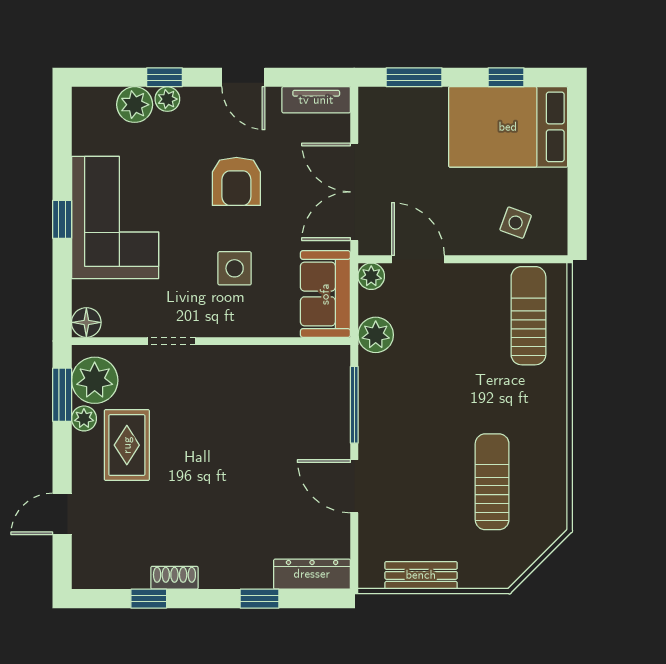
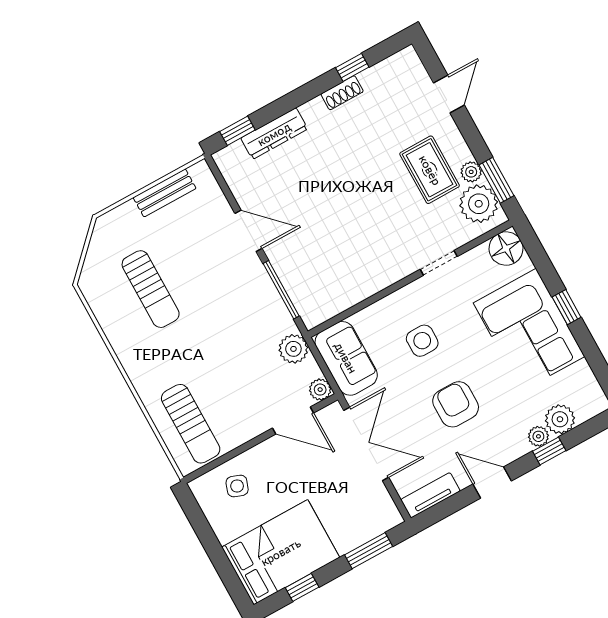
floor lamp: (86, 322) -> (506, 249), width x1.38, depth x1.38
dresser: (312, 574) -> (274, 134), moved
window: (260, 599) -> (237, 131), moved

